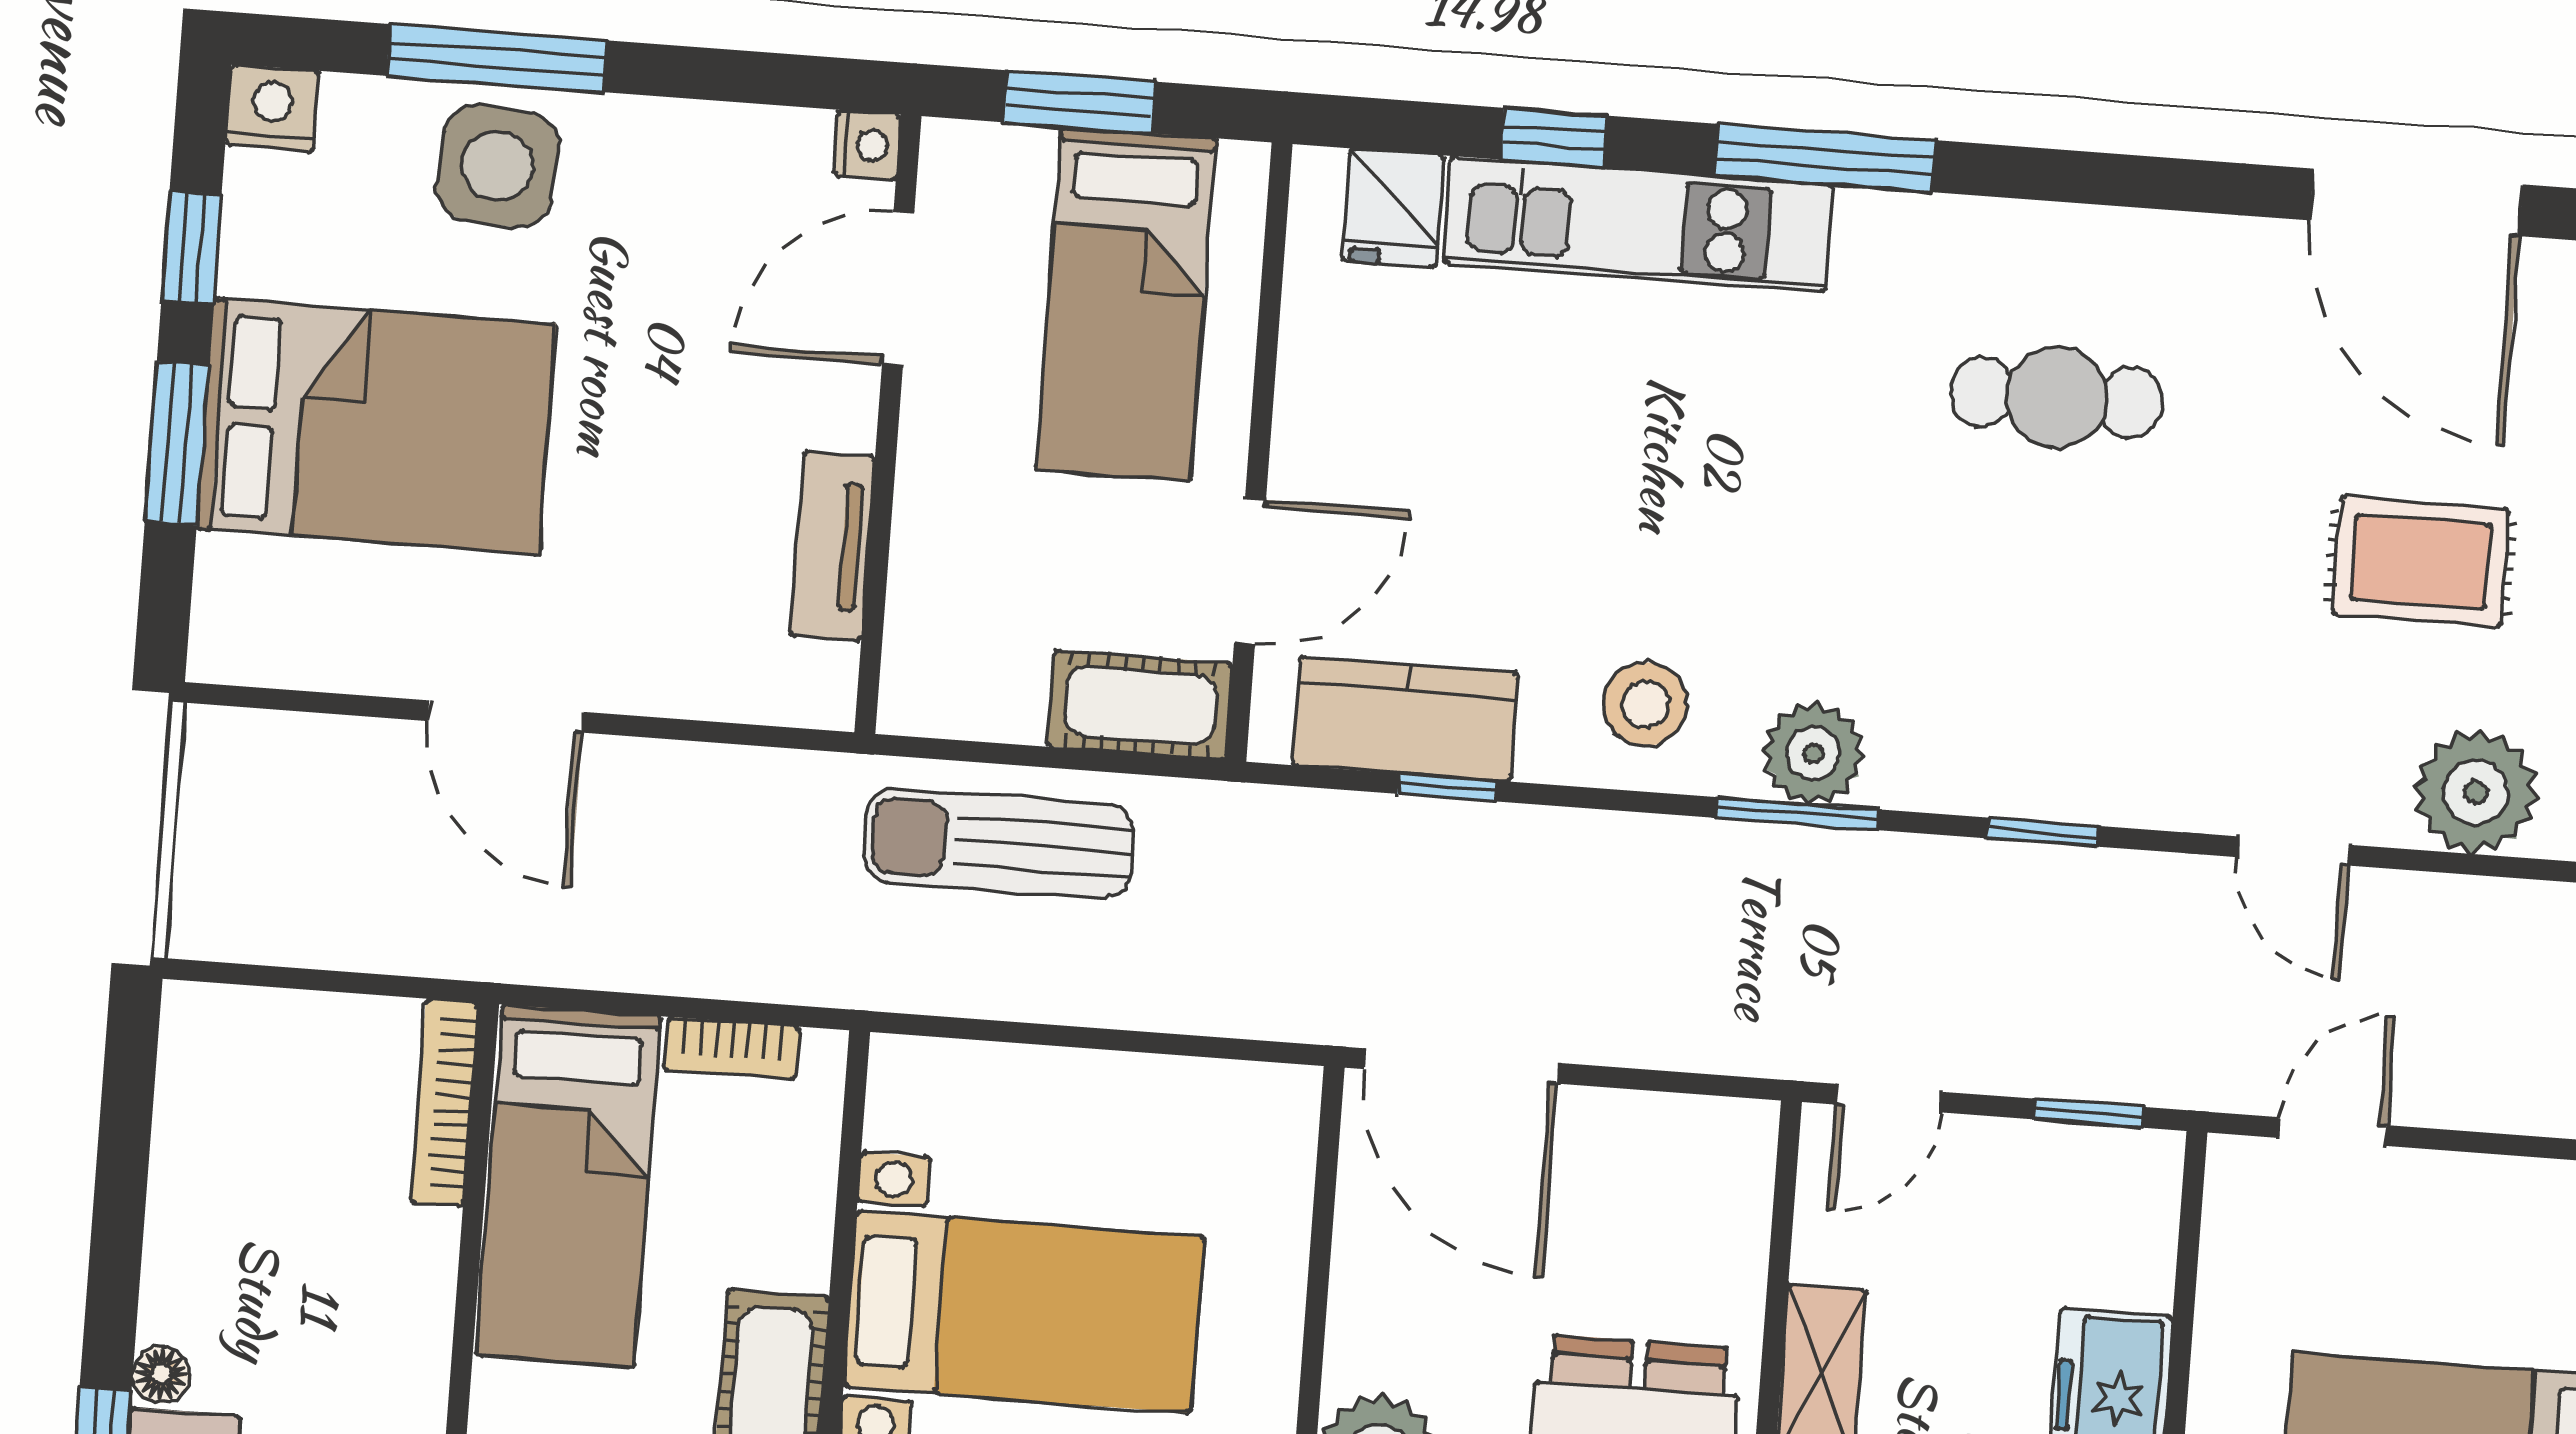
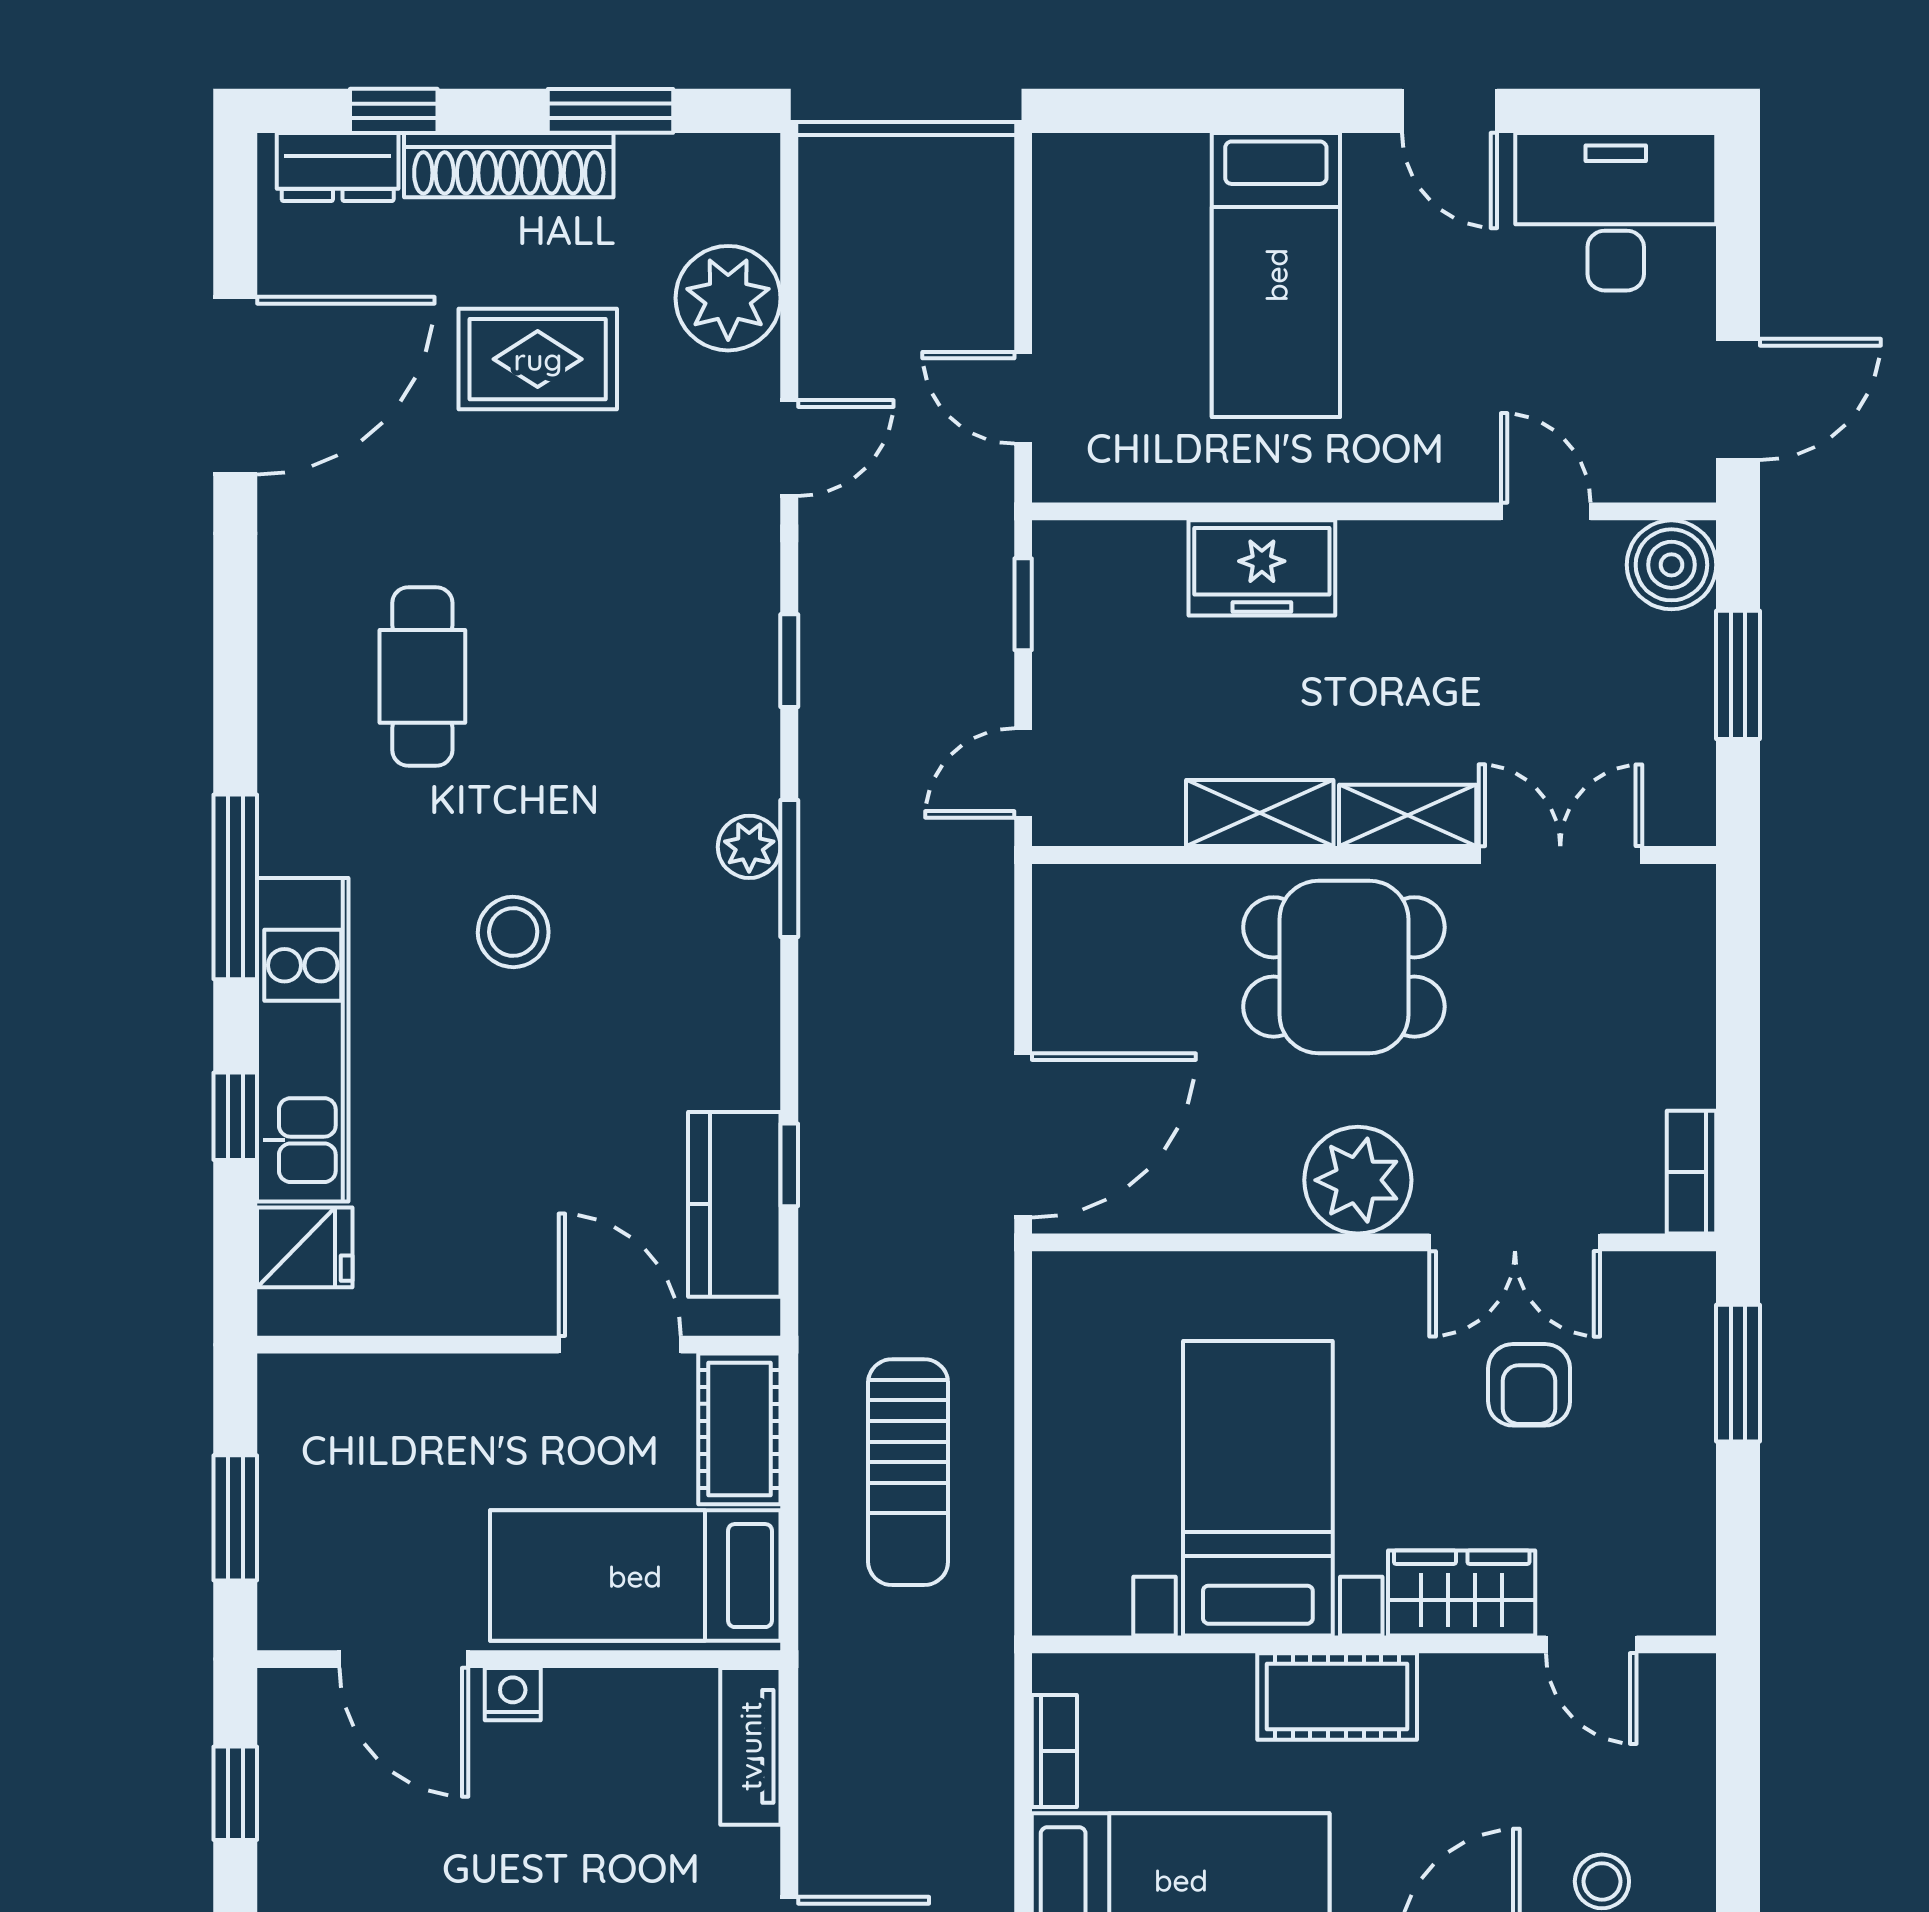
window: (755, 77) -> (235, 1793), added
nightstand: (867, 145) -> (513, 1694), moved
bed: (1126, 304) -> (635, 1576), moved, turned 180
tv unit: (833, 546) -> (750, 1746), moved, turned 90
rug: (2421, 562) -> (538, 359), turned 90
stool: (1645, 704) -> (513, 932), moved
plant: (1813, 753) -> (749, 847), width x0.73, depth x0.73
sun lounger: (999, 843) -> (908, 1472), moved
door: (1889, 1098) -> (1023, 773), swing flipped

